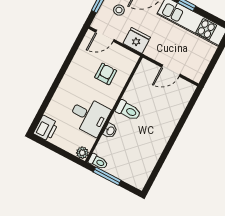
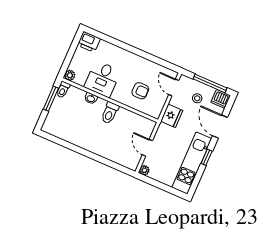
plant: (196, 76) -> (144, 170), added

